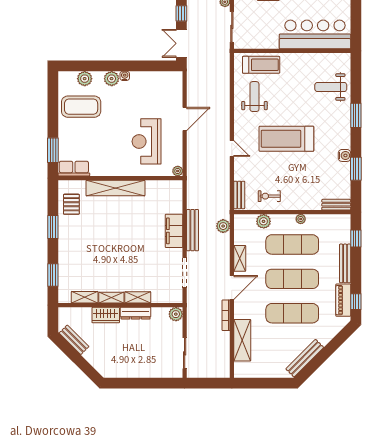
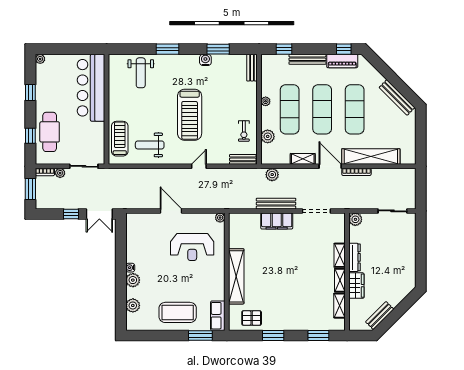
coffee table: (81, 107) -> (178, 312), moved, turned 90
shelving: (242, 340) -> (371, 157), width x1.47

